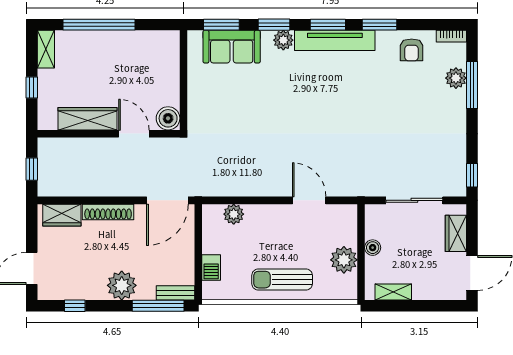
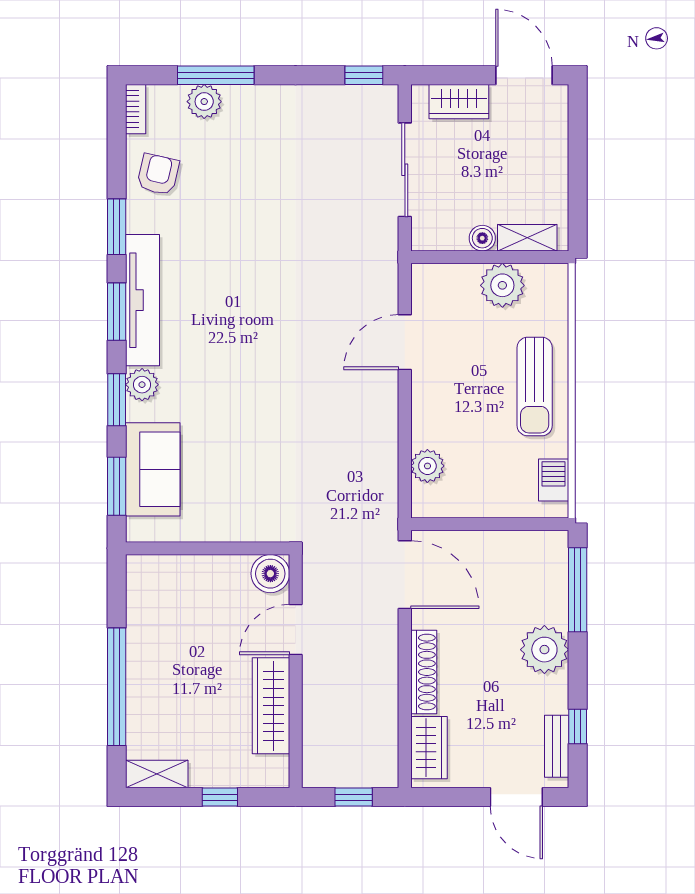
armchair: (412, 50) -> (158, 174), turned -77
barbecue: (211, 268) -> (554, 480), moved, turned -90
shelving: (393, 292) -> (527, 238), moved, turned 90
bench: (176, 293) -> (557, 746), moved

